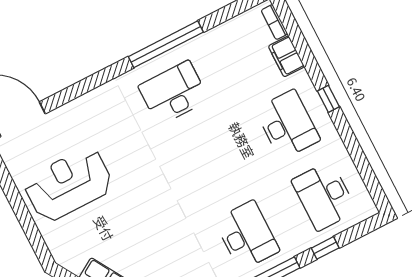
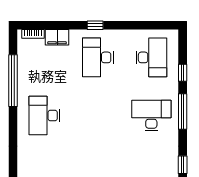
window: (166, 44) -> (13, 81), moved
desk: (288, 125) -> (98, 57), turned -90
desk: (324, 196) -> (151, 57), turned -90

